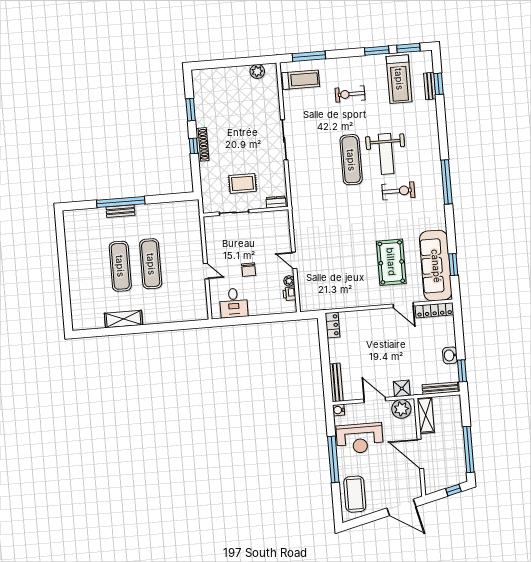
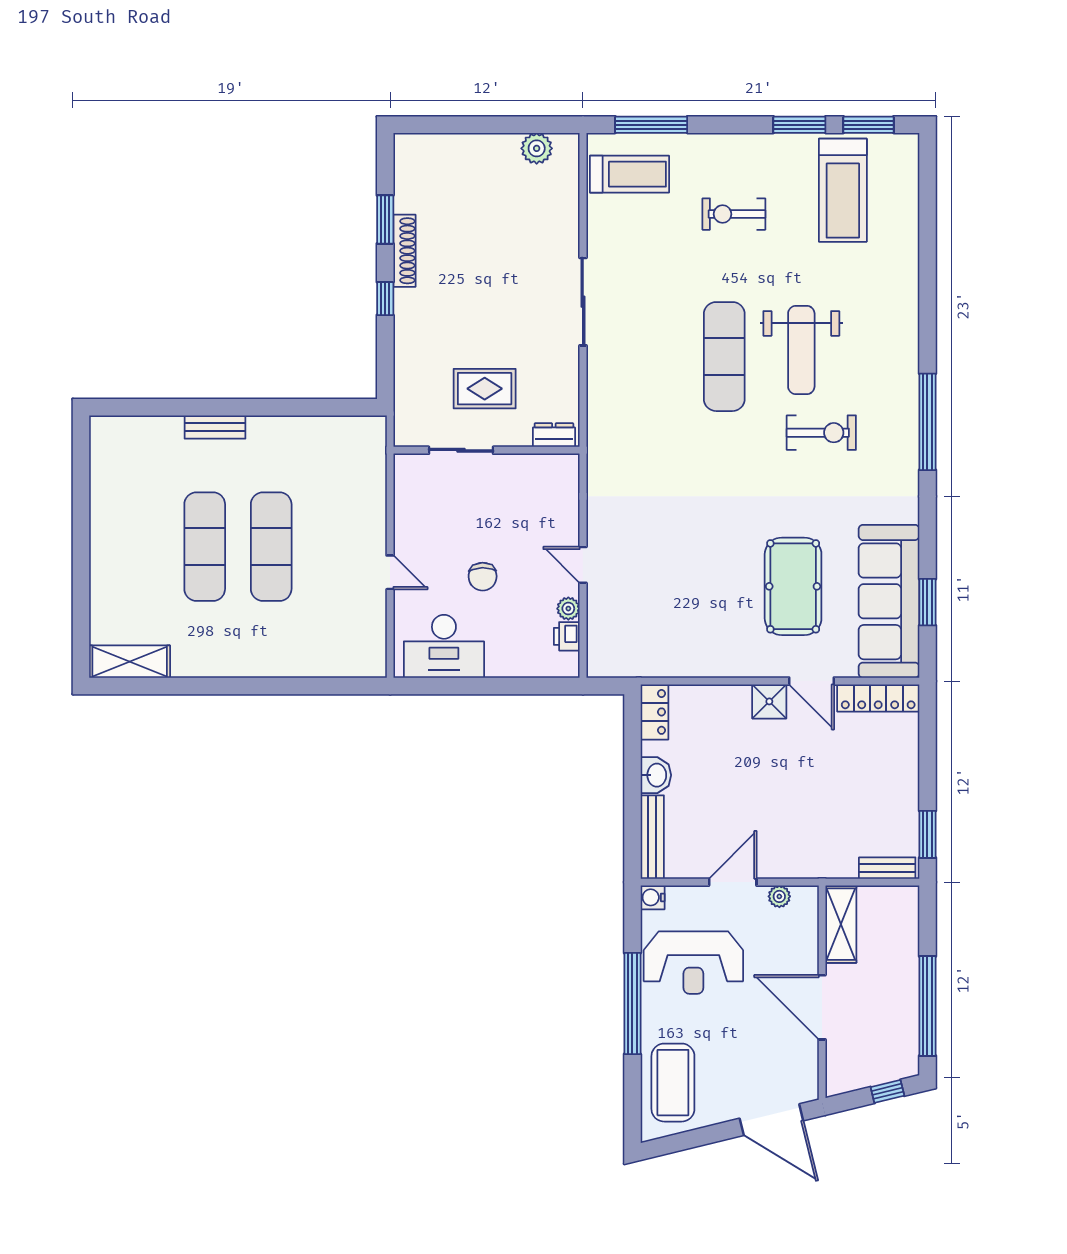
window: (438, 84) -> (927, 208), removed
bench: (430, 86) -> (908, 211), removed
shoe rack: (202, 144) -> (405, 251), moved
window: (121, 202) -> (217, 407), removed
desk: (234, 303) -> (444, 646), width x1.37
shelving: (124, 319) -> (130, 662), moved
washbasin: (450, 355) -> (656, 775), moved, turned 180
shower: (402, 388) -> (769, 701), moved
bench: (440, 388) -> (887, 868), width x0.73
door: (375, 400) -> (733, 882), hinge flipped
plant: (401, 409) -> (779, 896), width x0.53, depth x0.53

